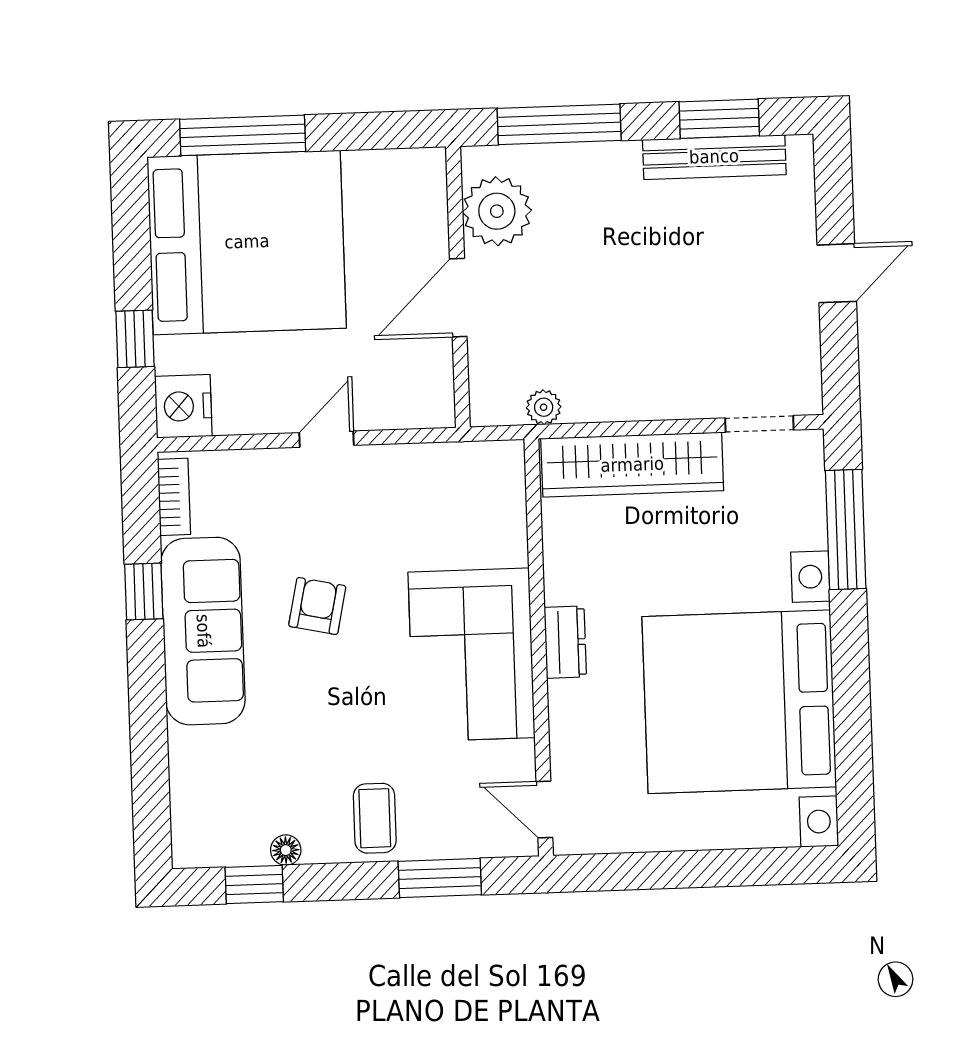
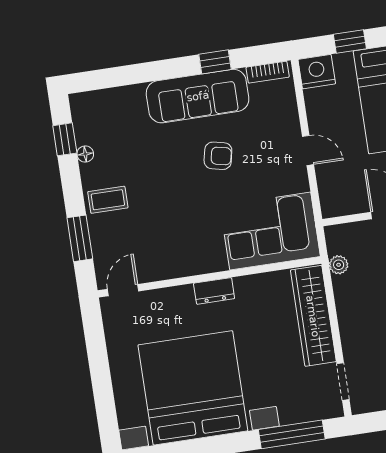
corner sofa: (471, 655) -> (270, 231), moved

